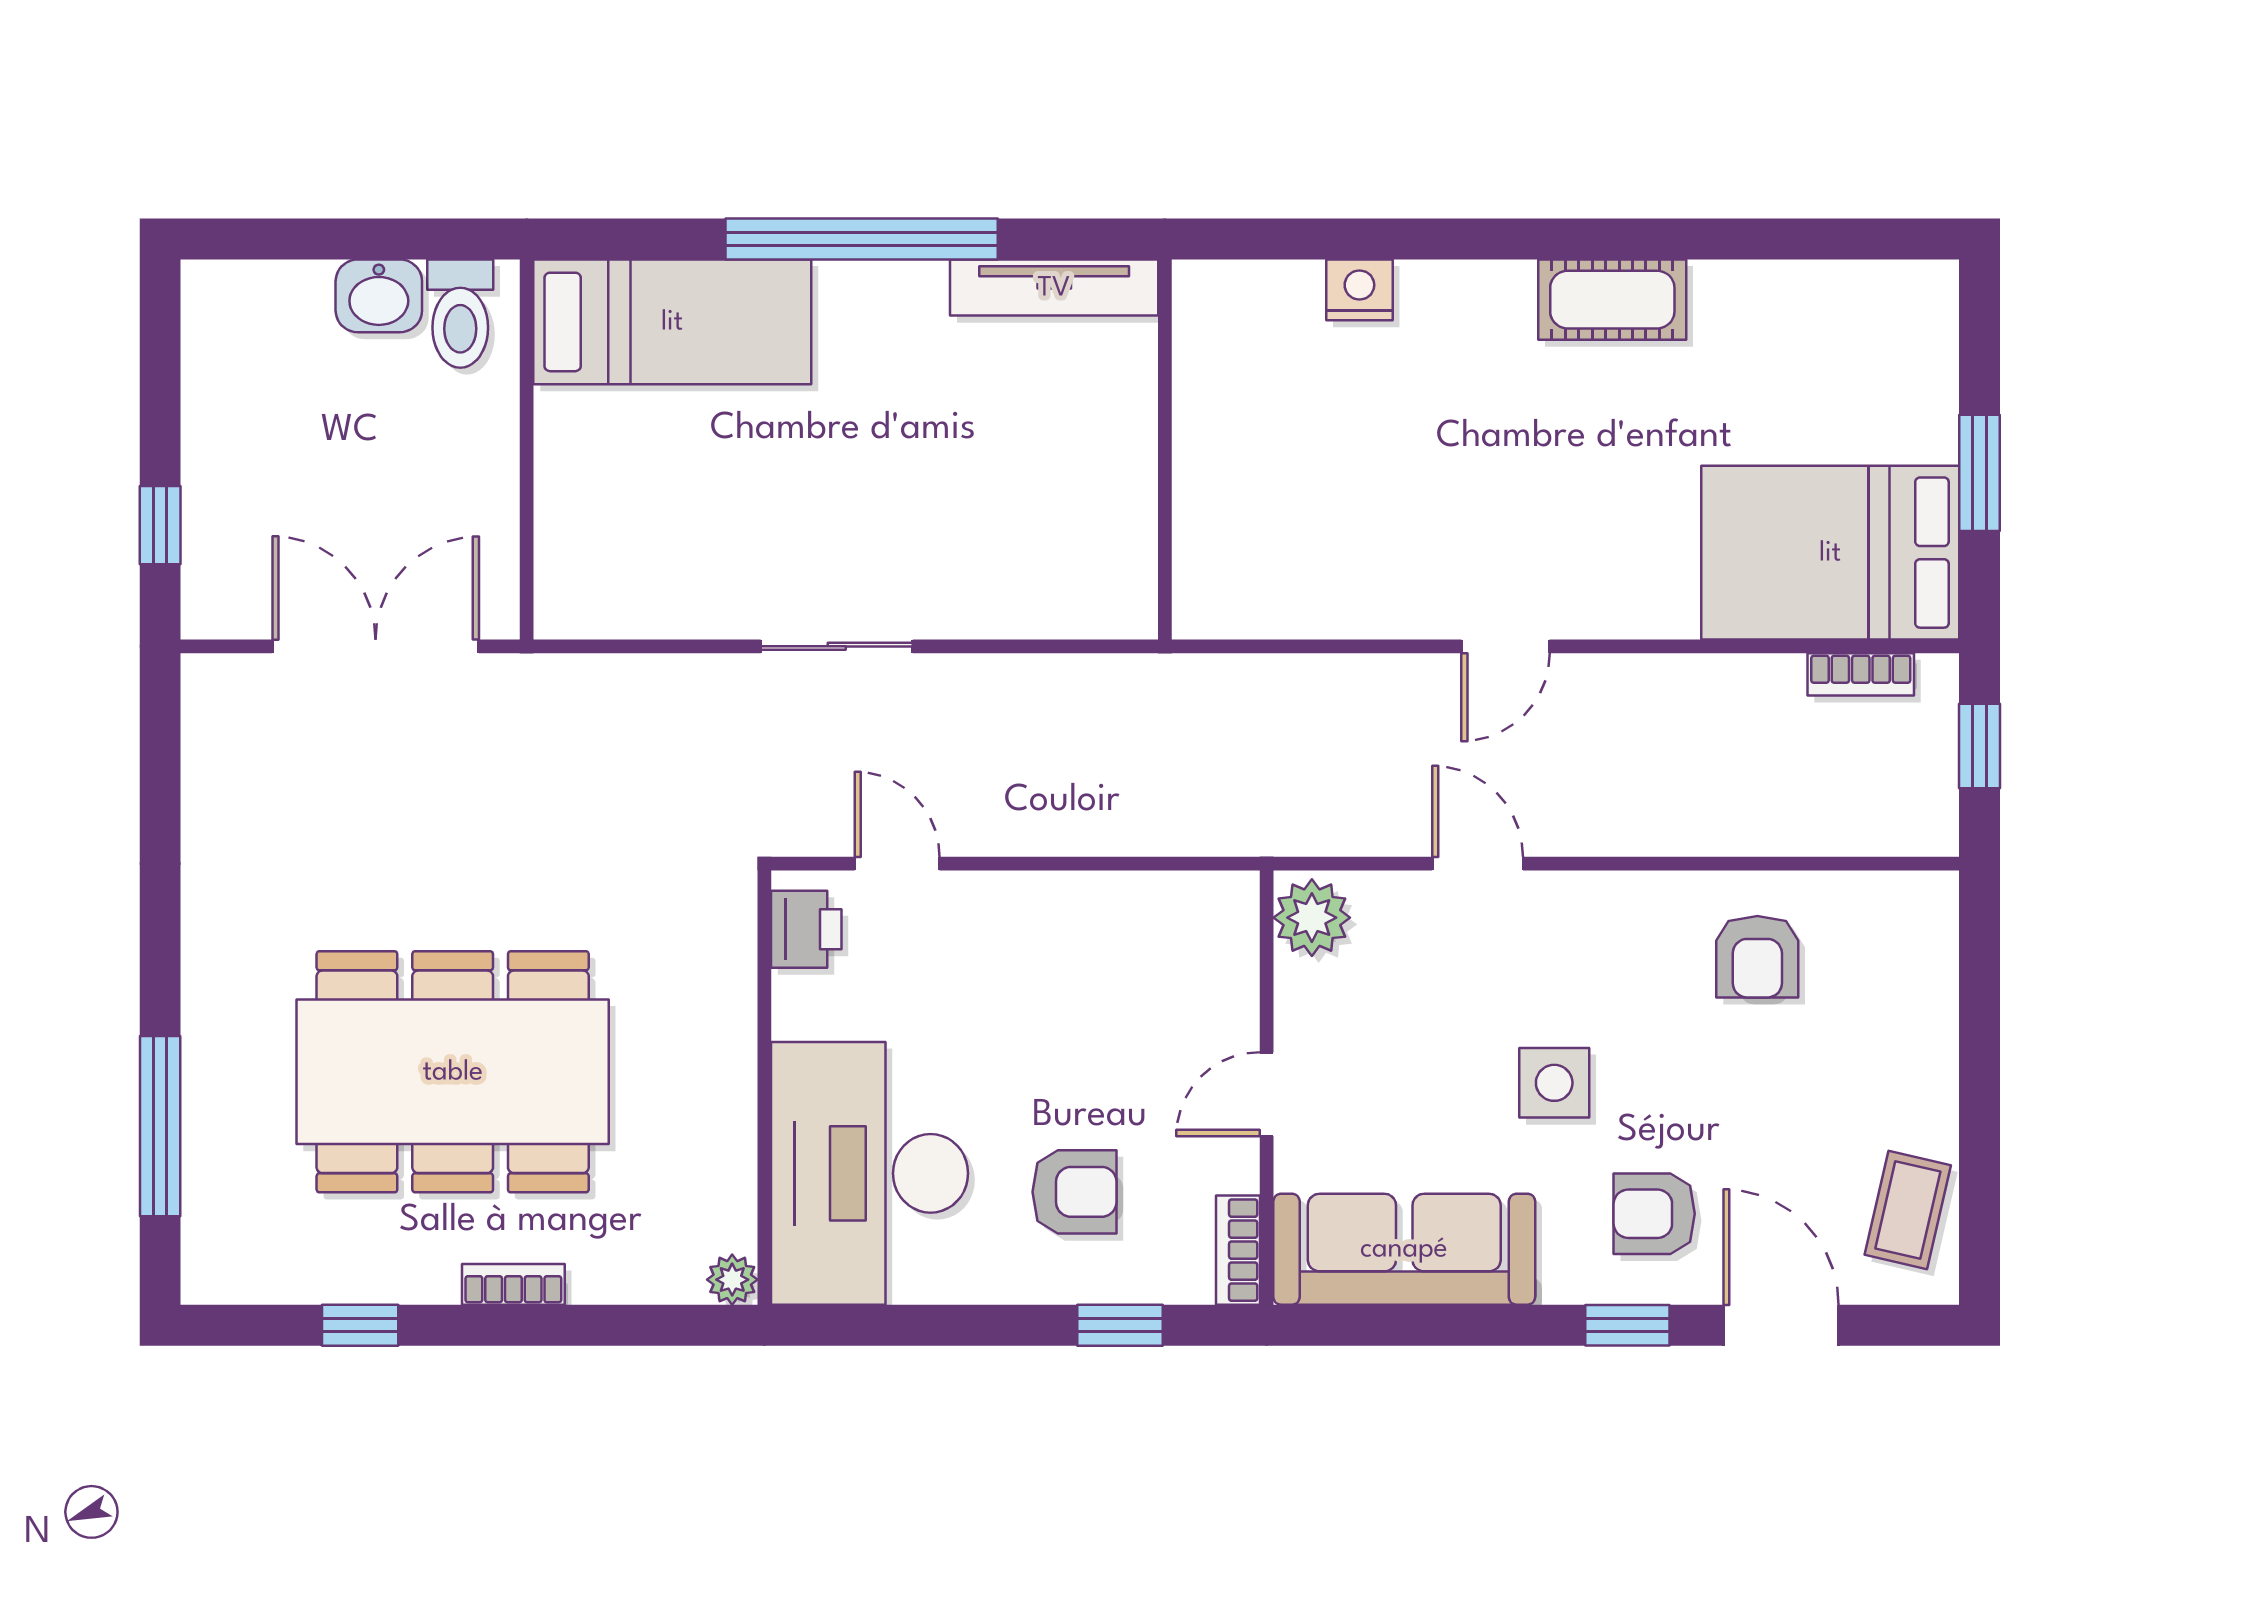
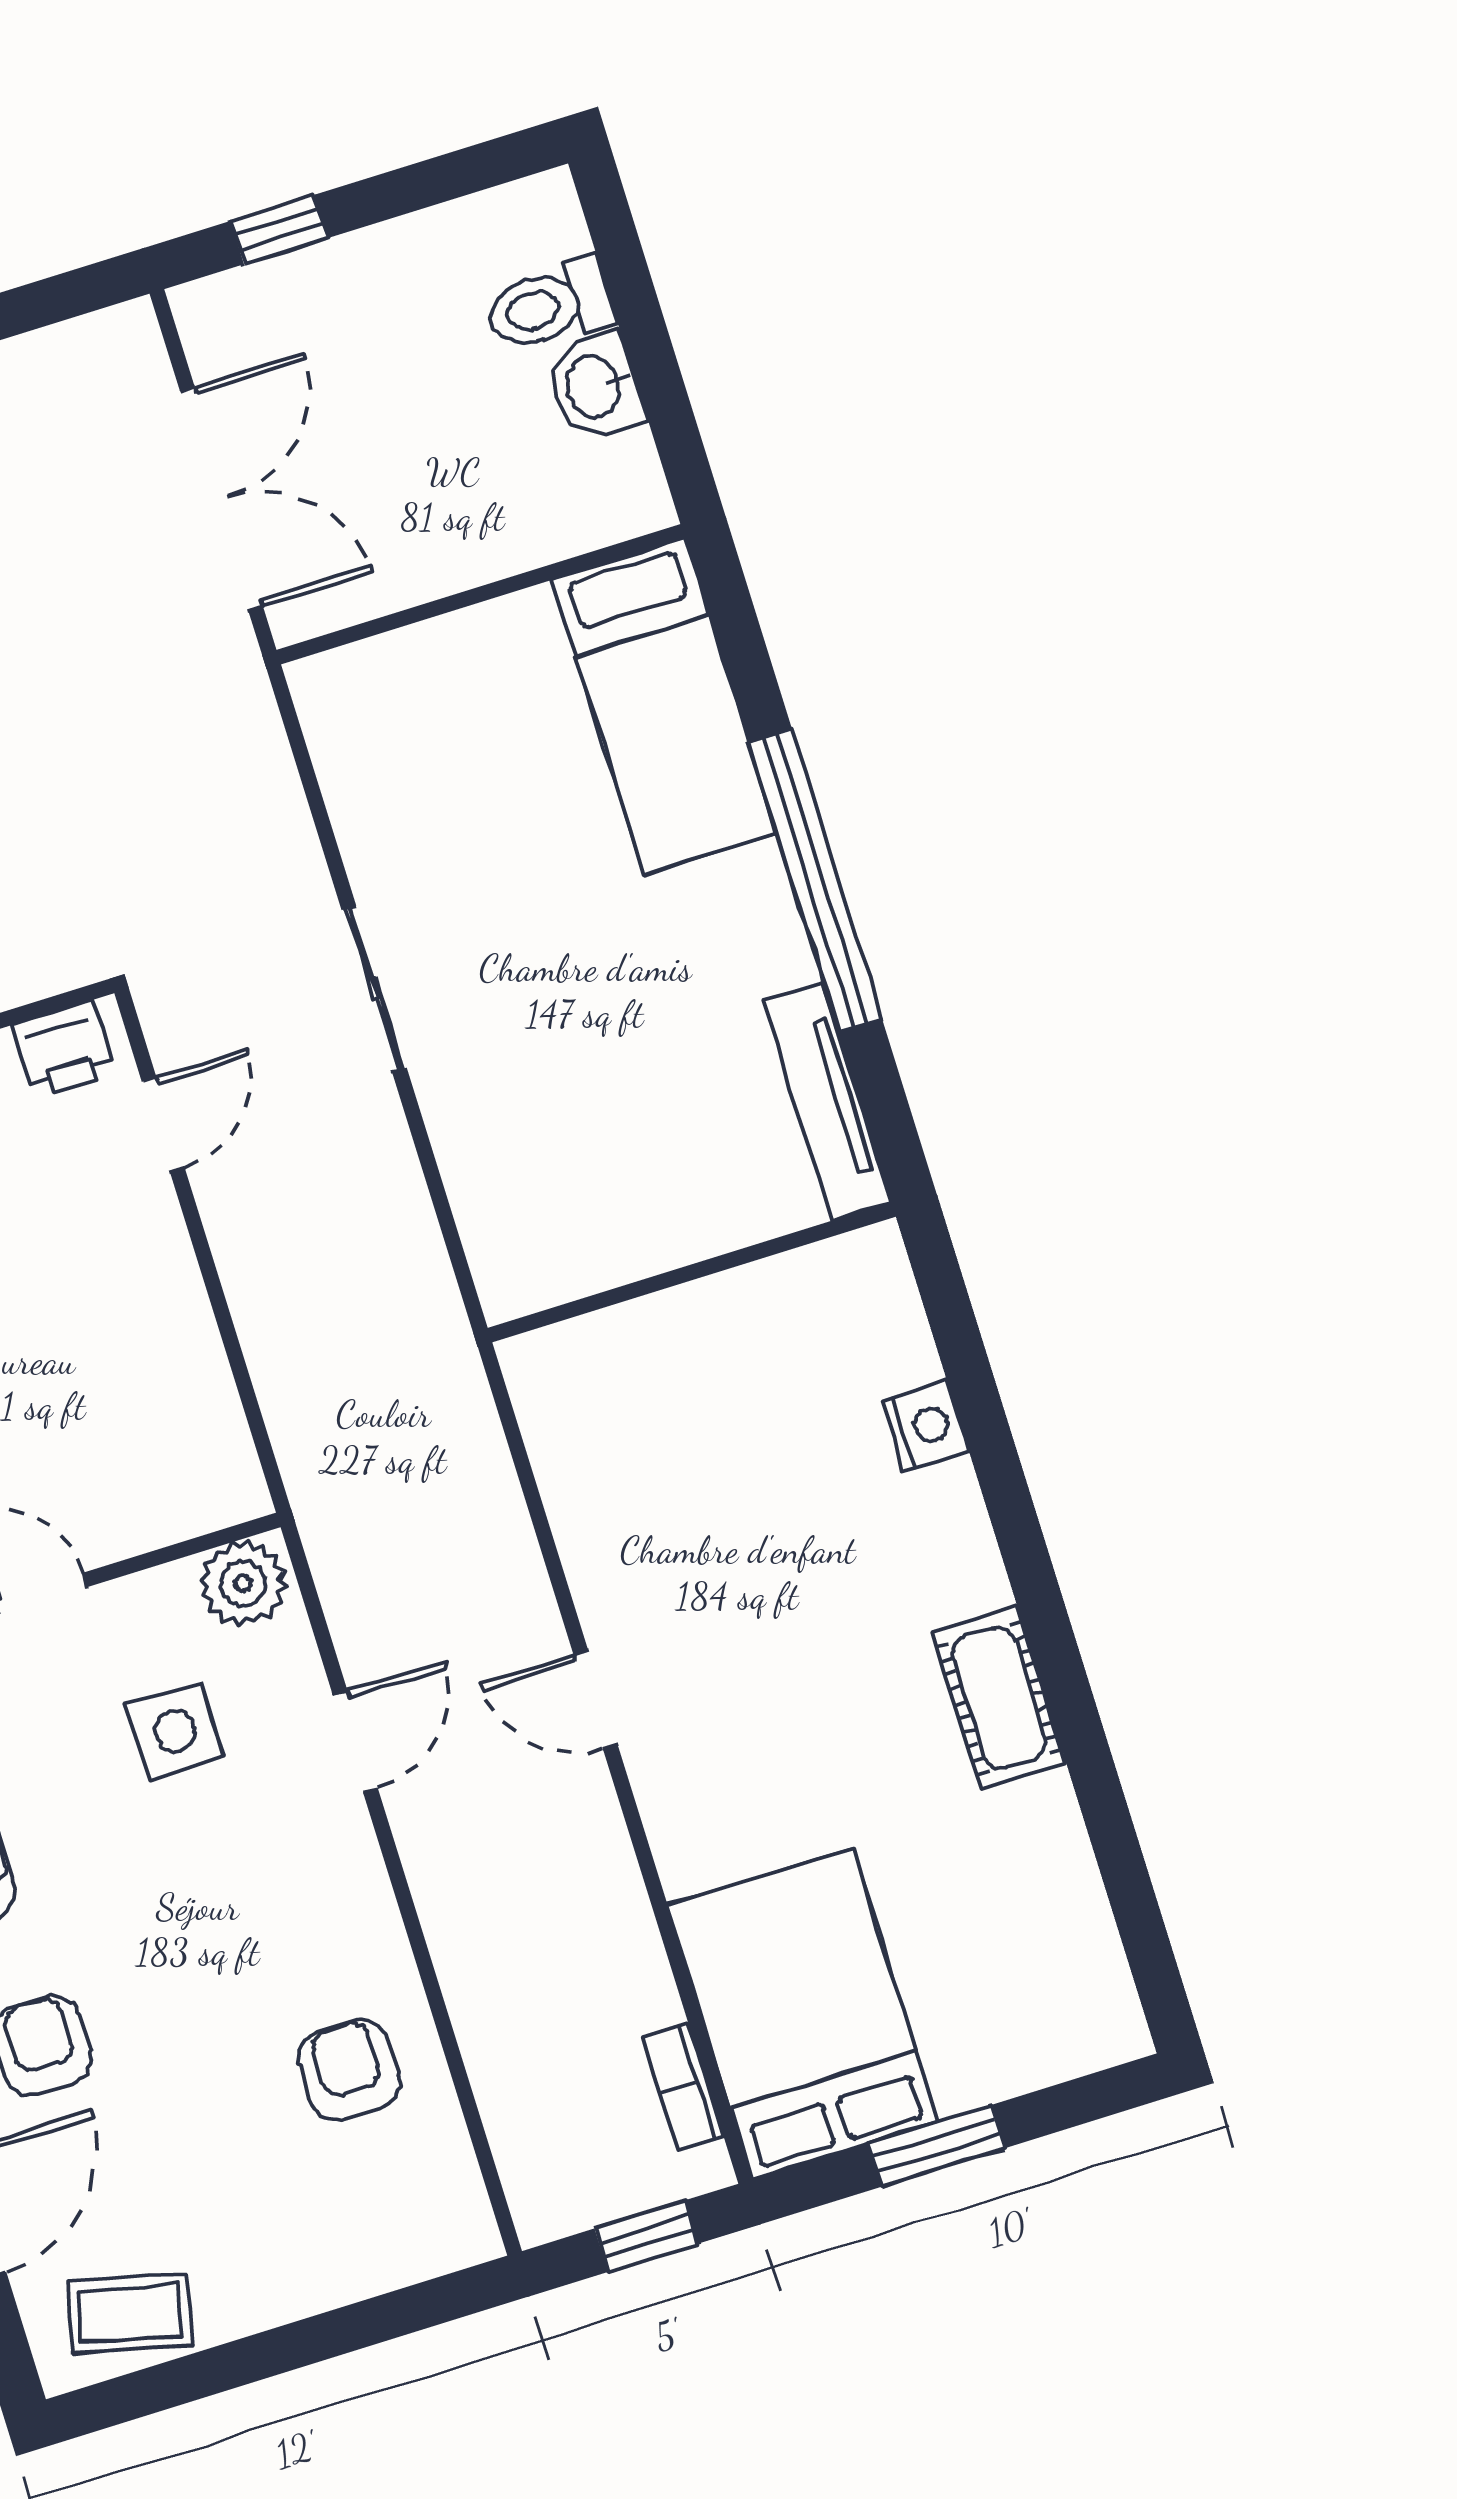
toilet: (460, 314) -> (549, 305), moved
armchair: (1757, 957) -> (349, 2070), turned 90
side table: (1554, 1083) -> (175, 1731), moved

